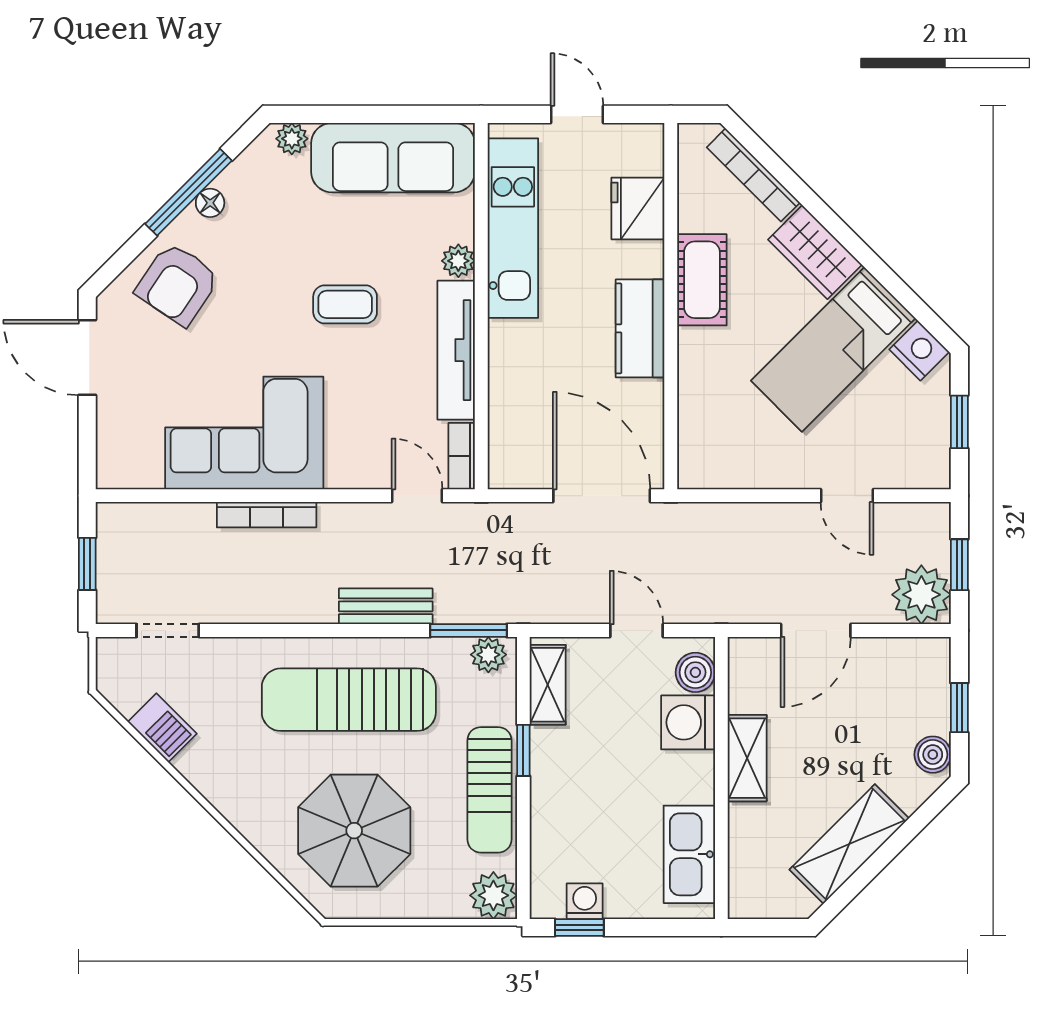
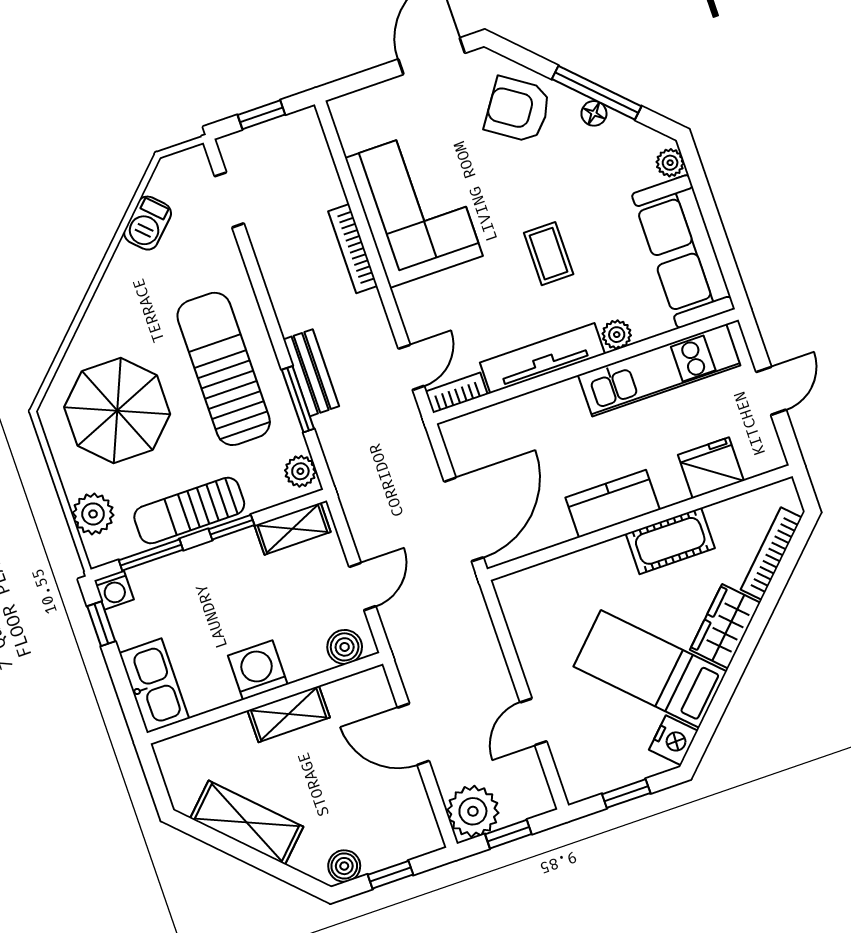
window: (468, 630) -> (298, 399), moved
washing machine: (688, 722) -> (258, 670), moved
window: (523, 848) -> (151, 555), added
kitchen sink: (689, 854) -> (154, 686), moved, turned 90
plant: (493, 895) -> (93, 514), moved
washing machine: (585, 901) -> (114, 590), moved, turned 90

